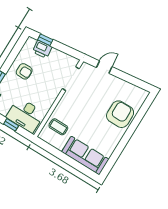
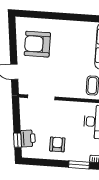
armchair: (120, 114) -> (37, 44), moved

